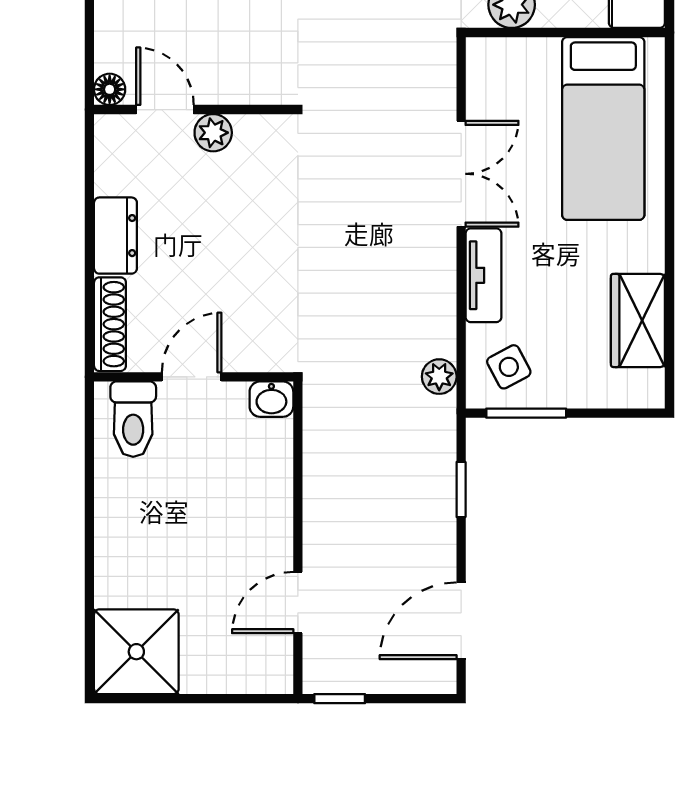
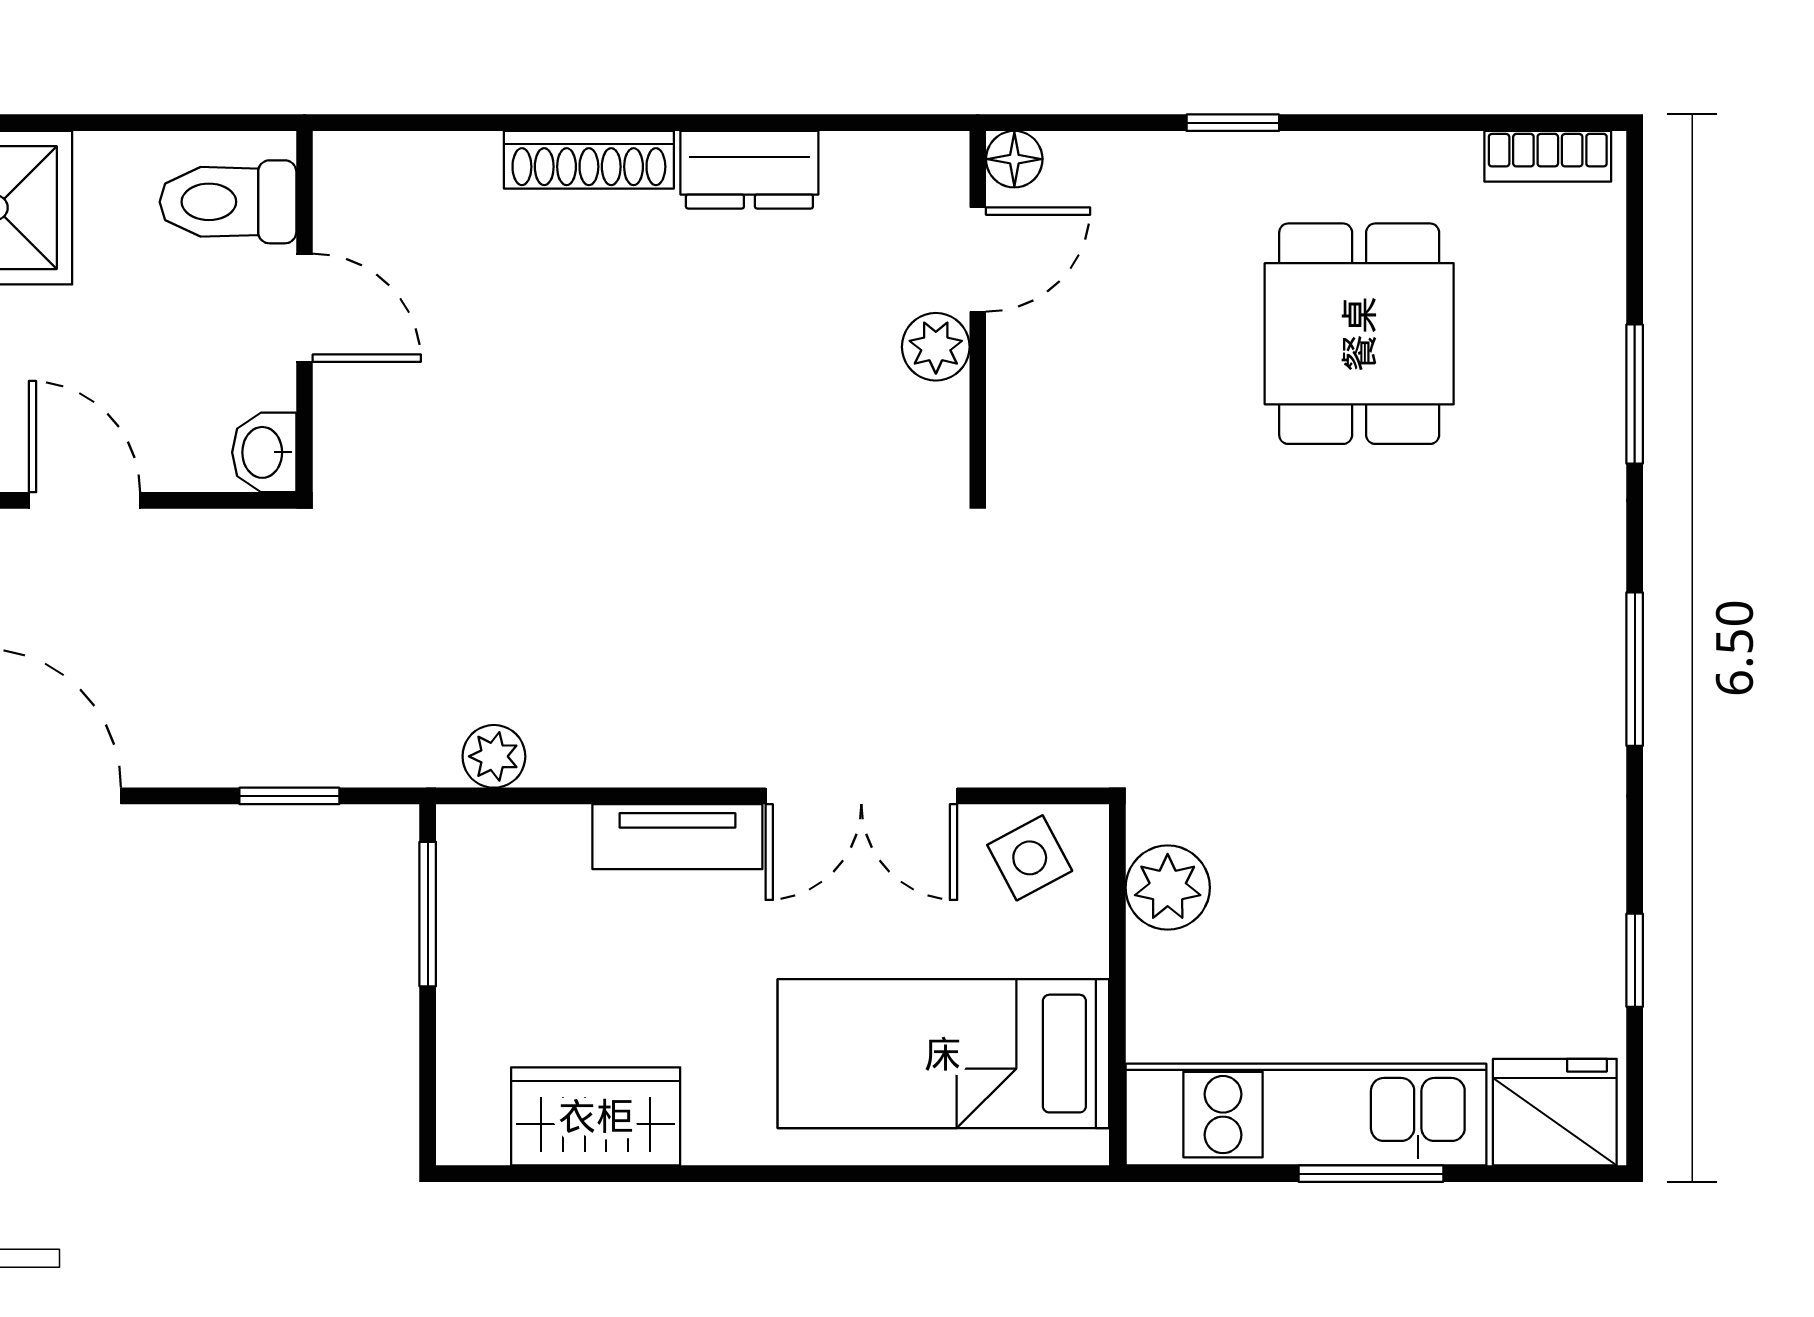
side table: (509, 367) -> (1030, 858), moved
door: (192, 377) -> (305, 308), moved
wall: (194, 377) -> (305, 312), moved
washbasin: (271, 399) -> (264, 452), moved
toilet: (133, 419) -> (228, 202), moved

